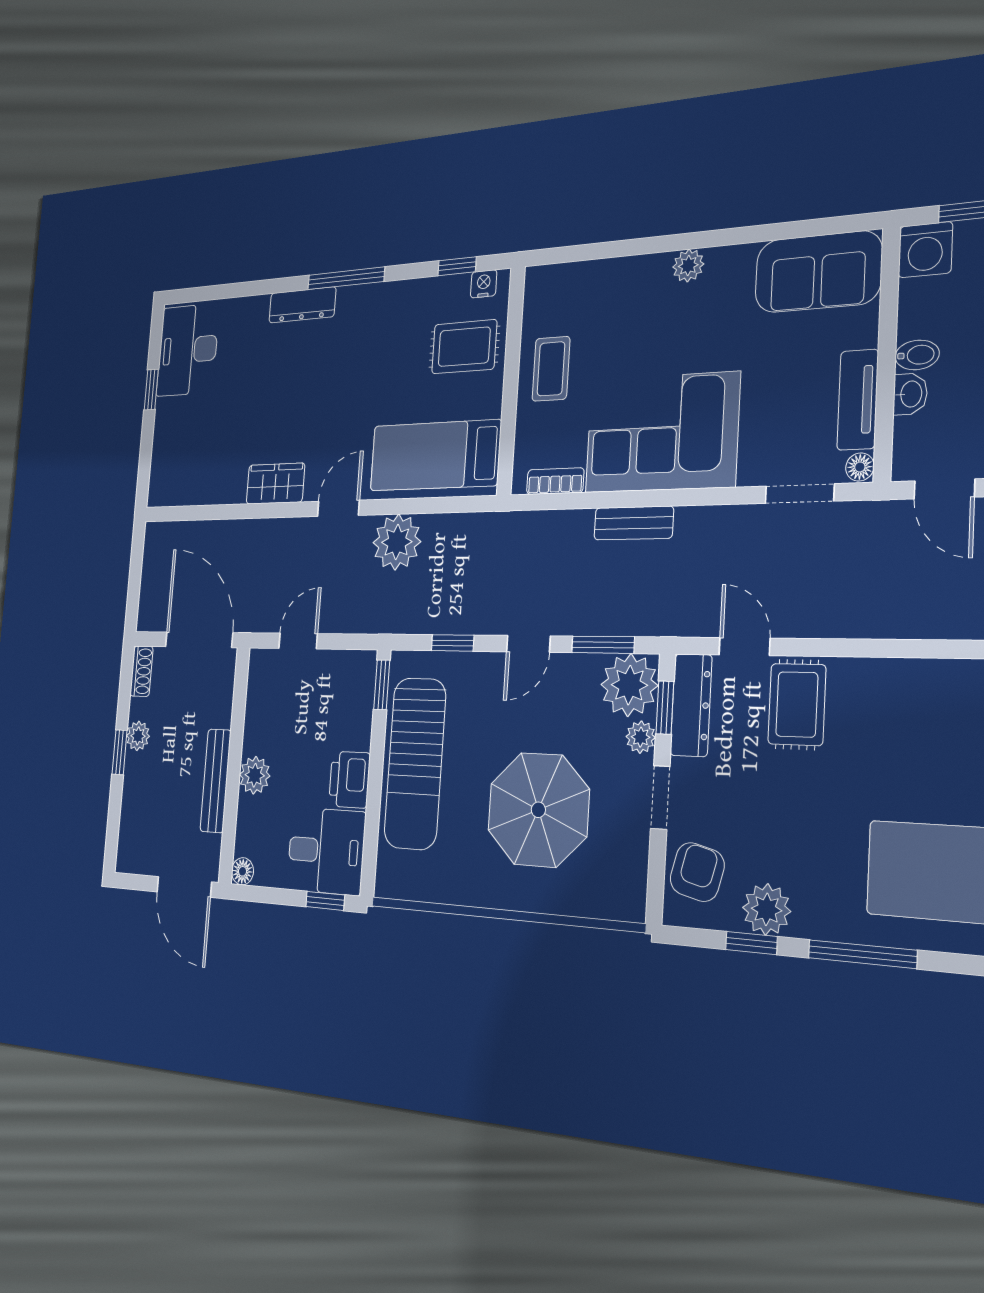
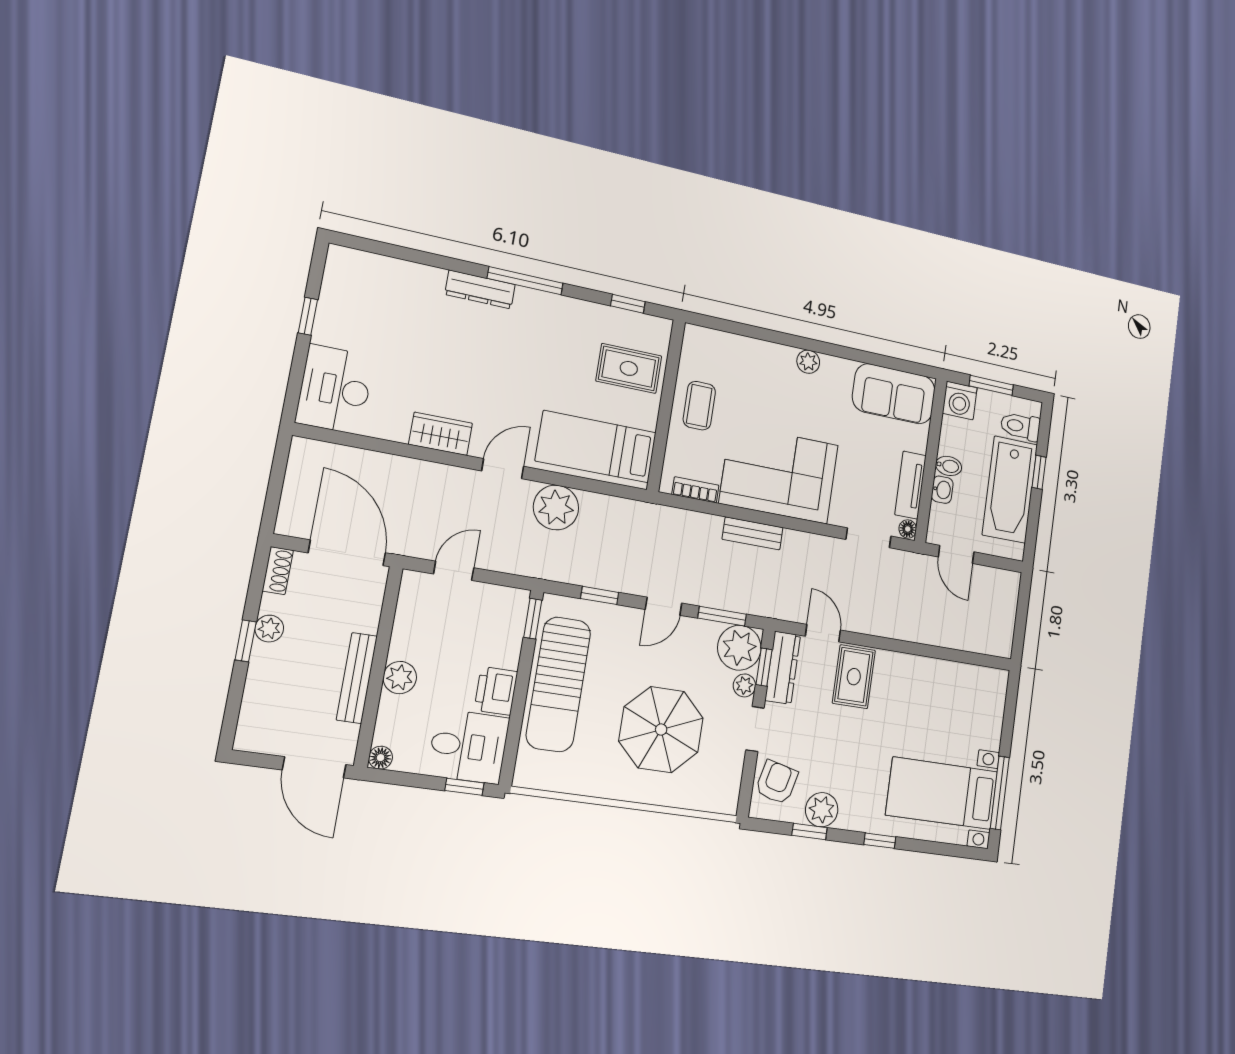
nightstand: (484, 284) -> (649, 325), removed
desk: (188, 350) -> (335, 389), moved
window: (862, 954) -> (880, 841), width x0.46

